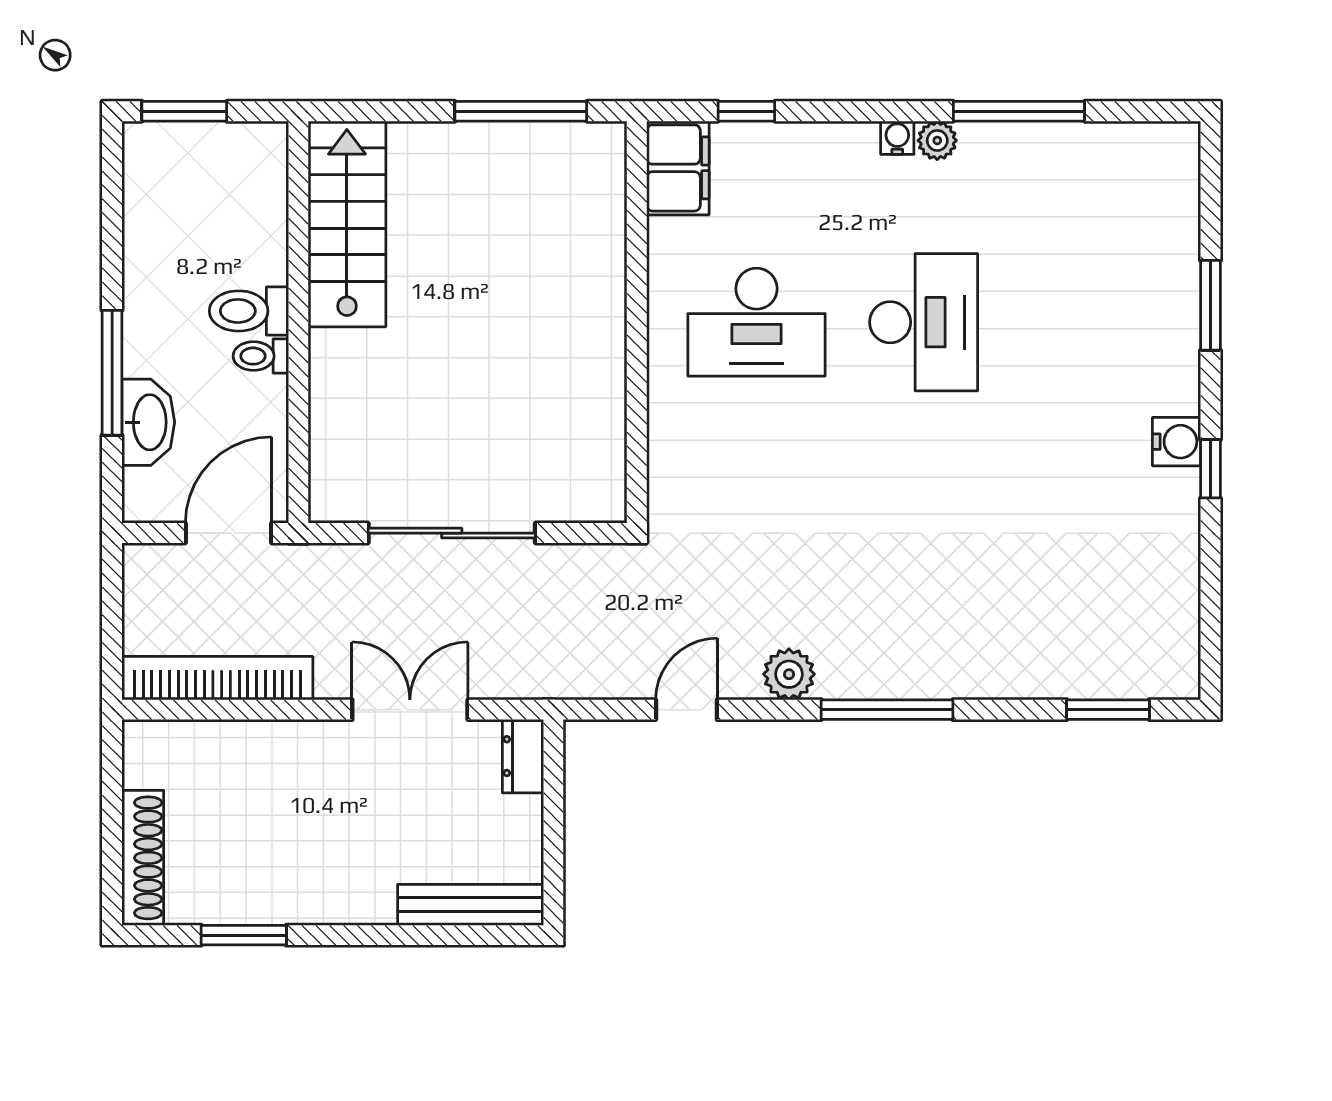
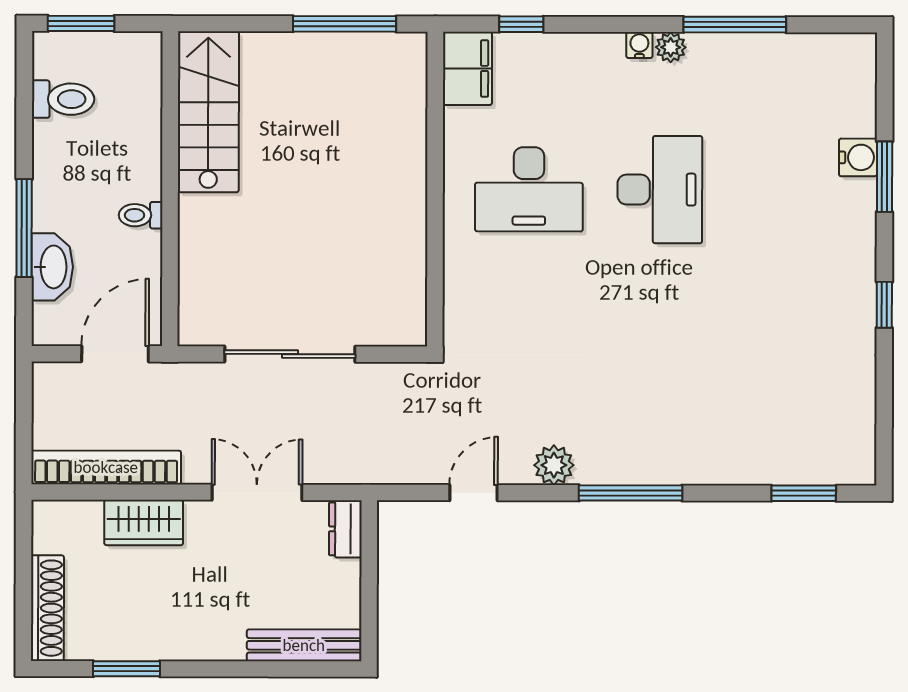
toilet: (249, 311) -> (63, 99), moved, turned 180
water cooler: (1177, 442) -> (858, 157), moved
wardrobe: (265, 748) -> (144, 523), added

